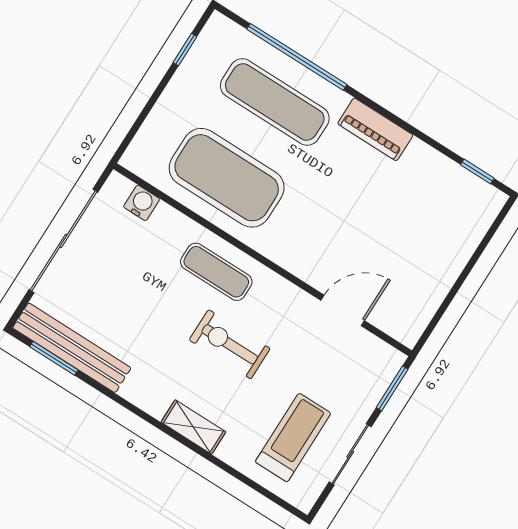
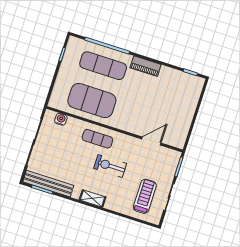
shelving: (193, 427) -> (92, 198), moved

